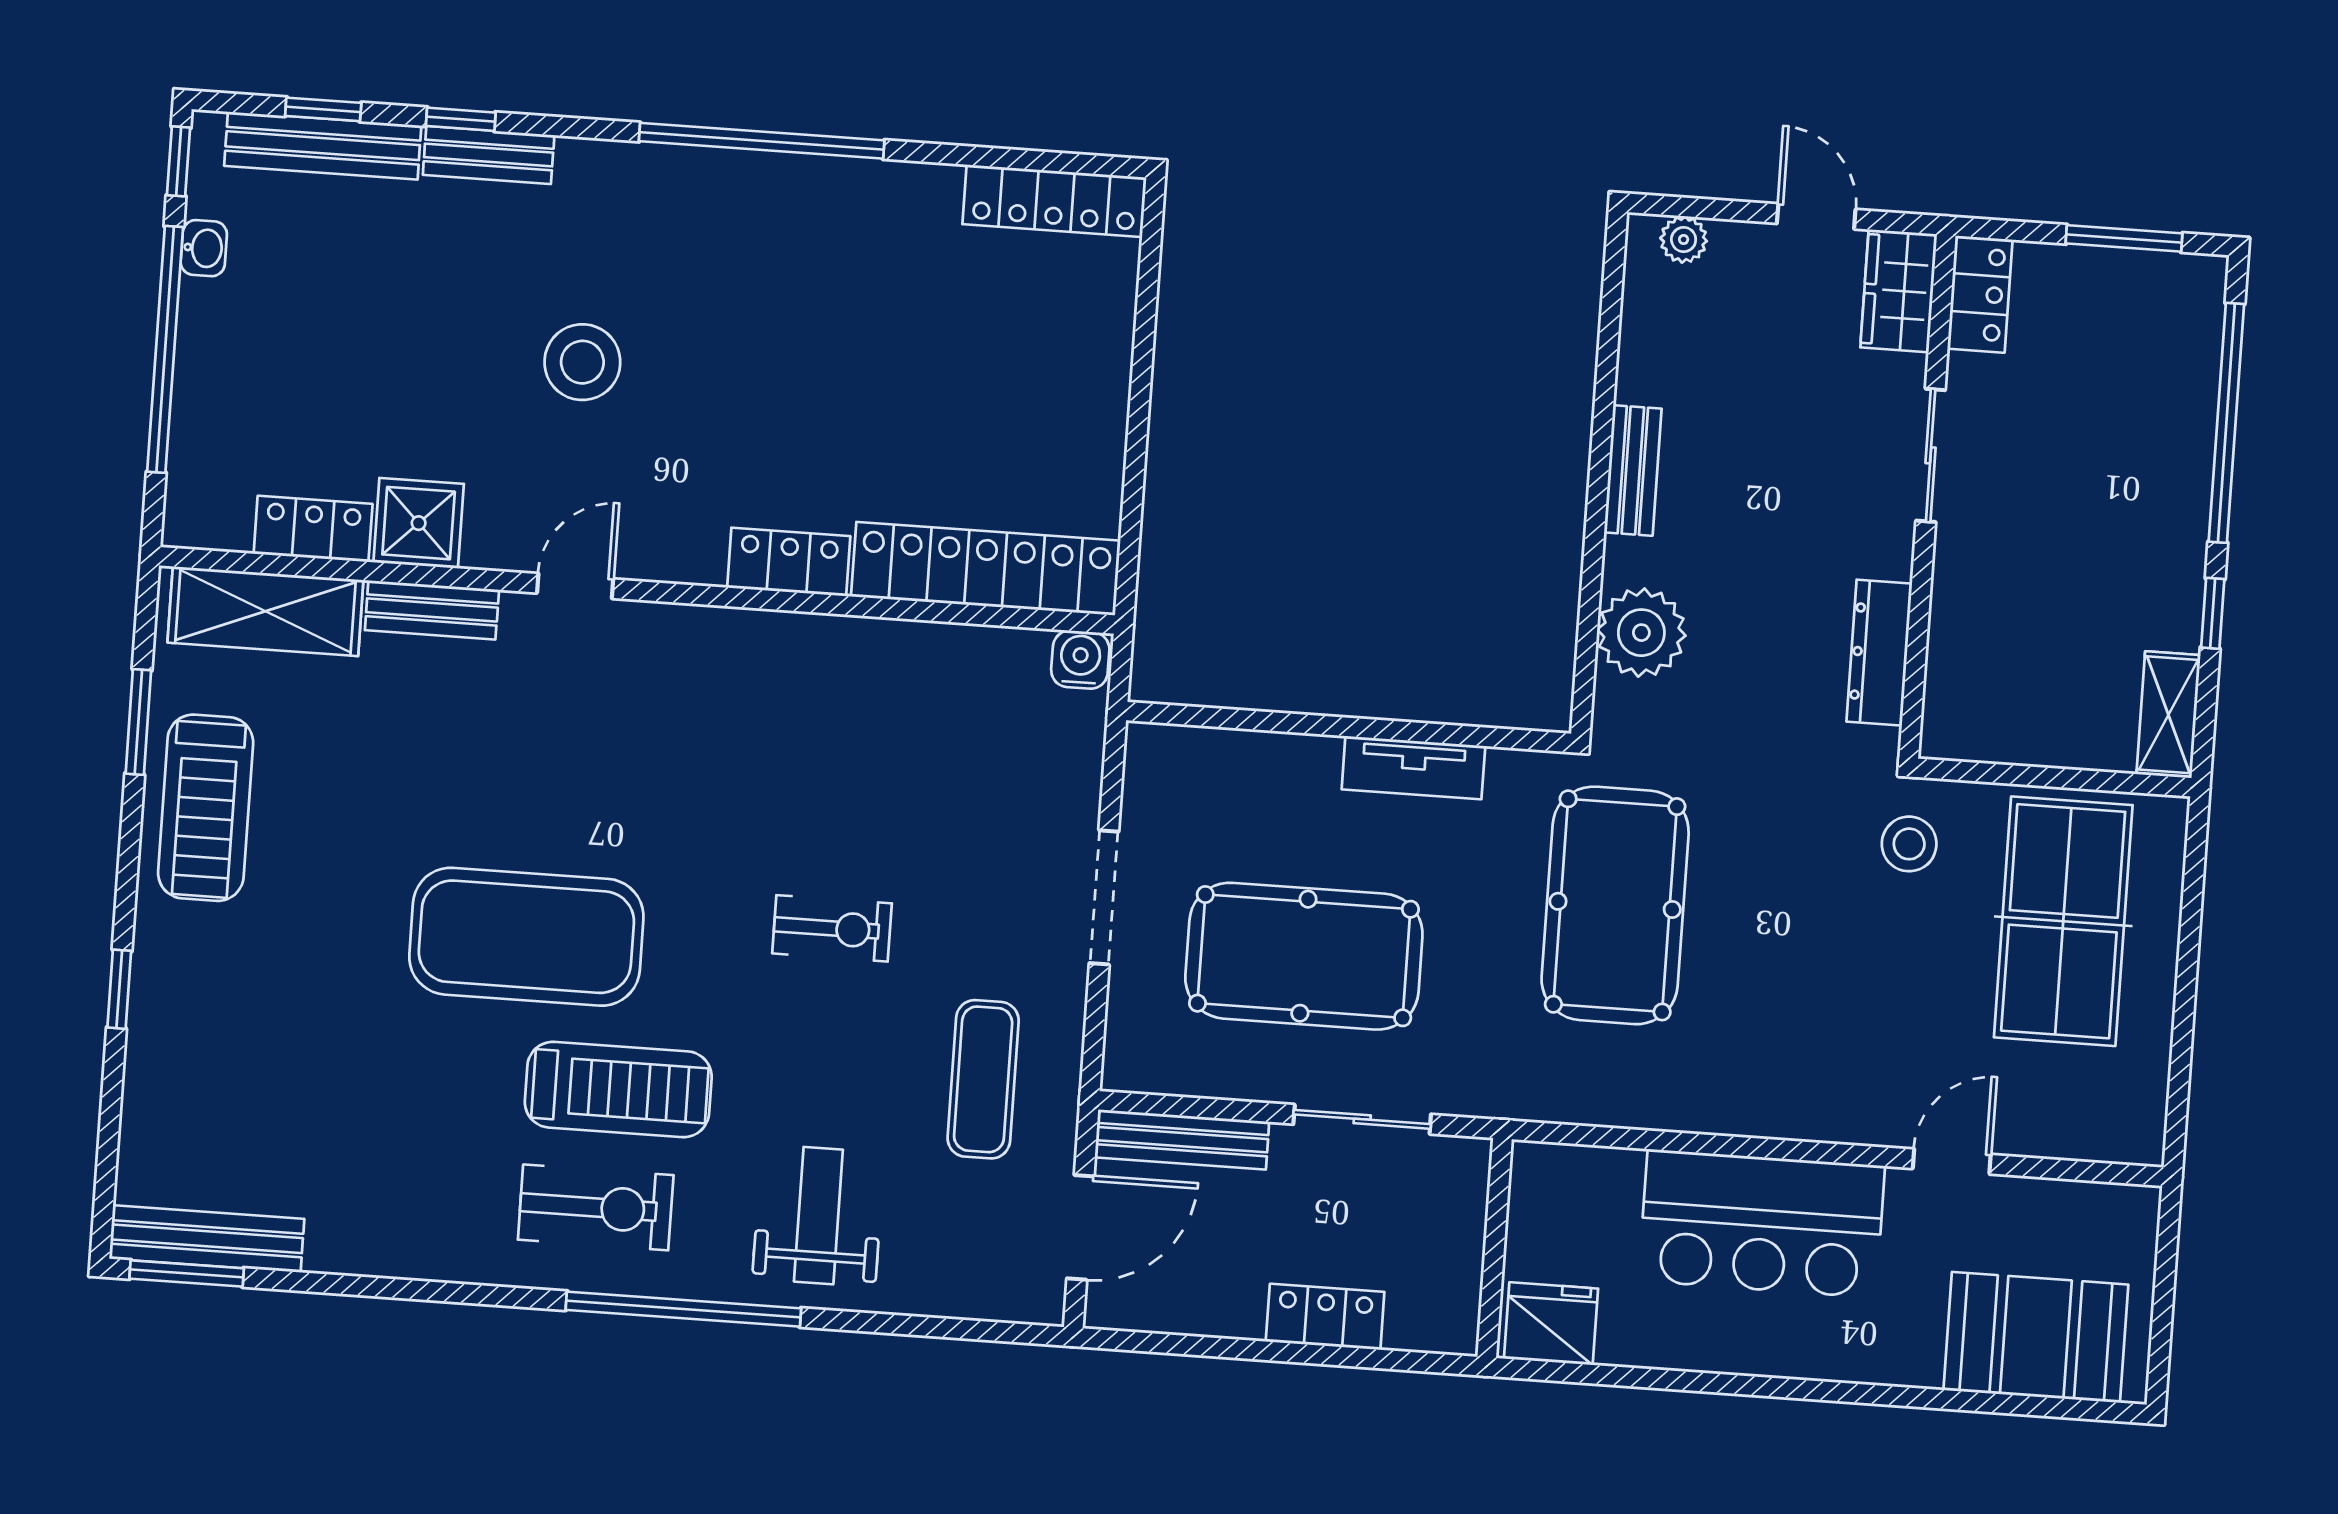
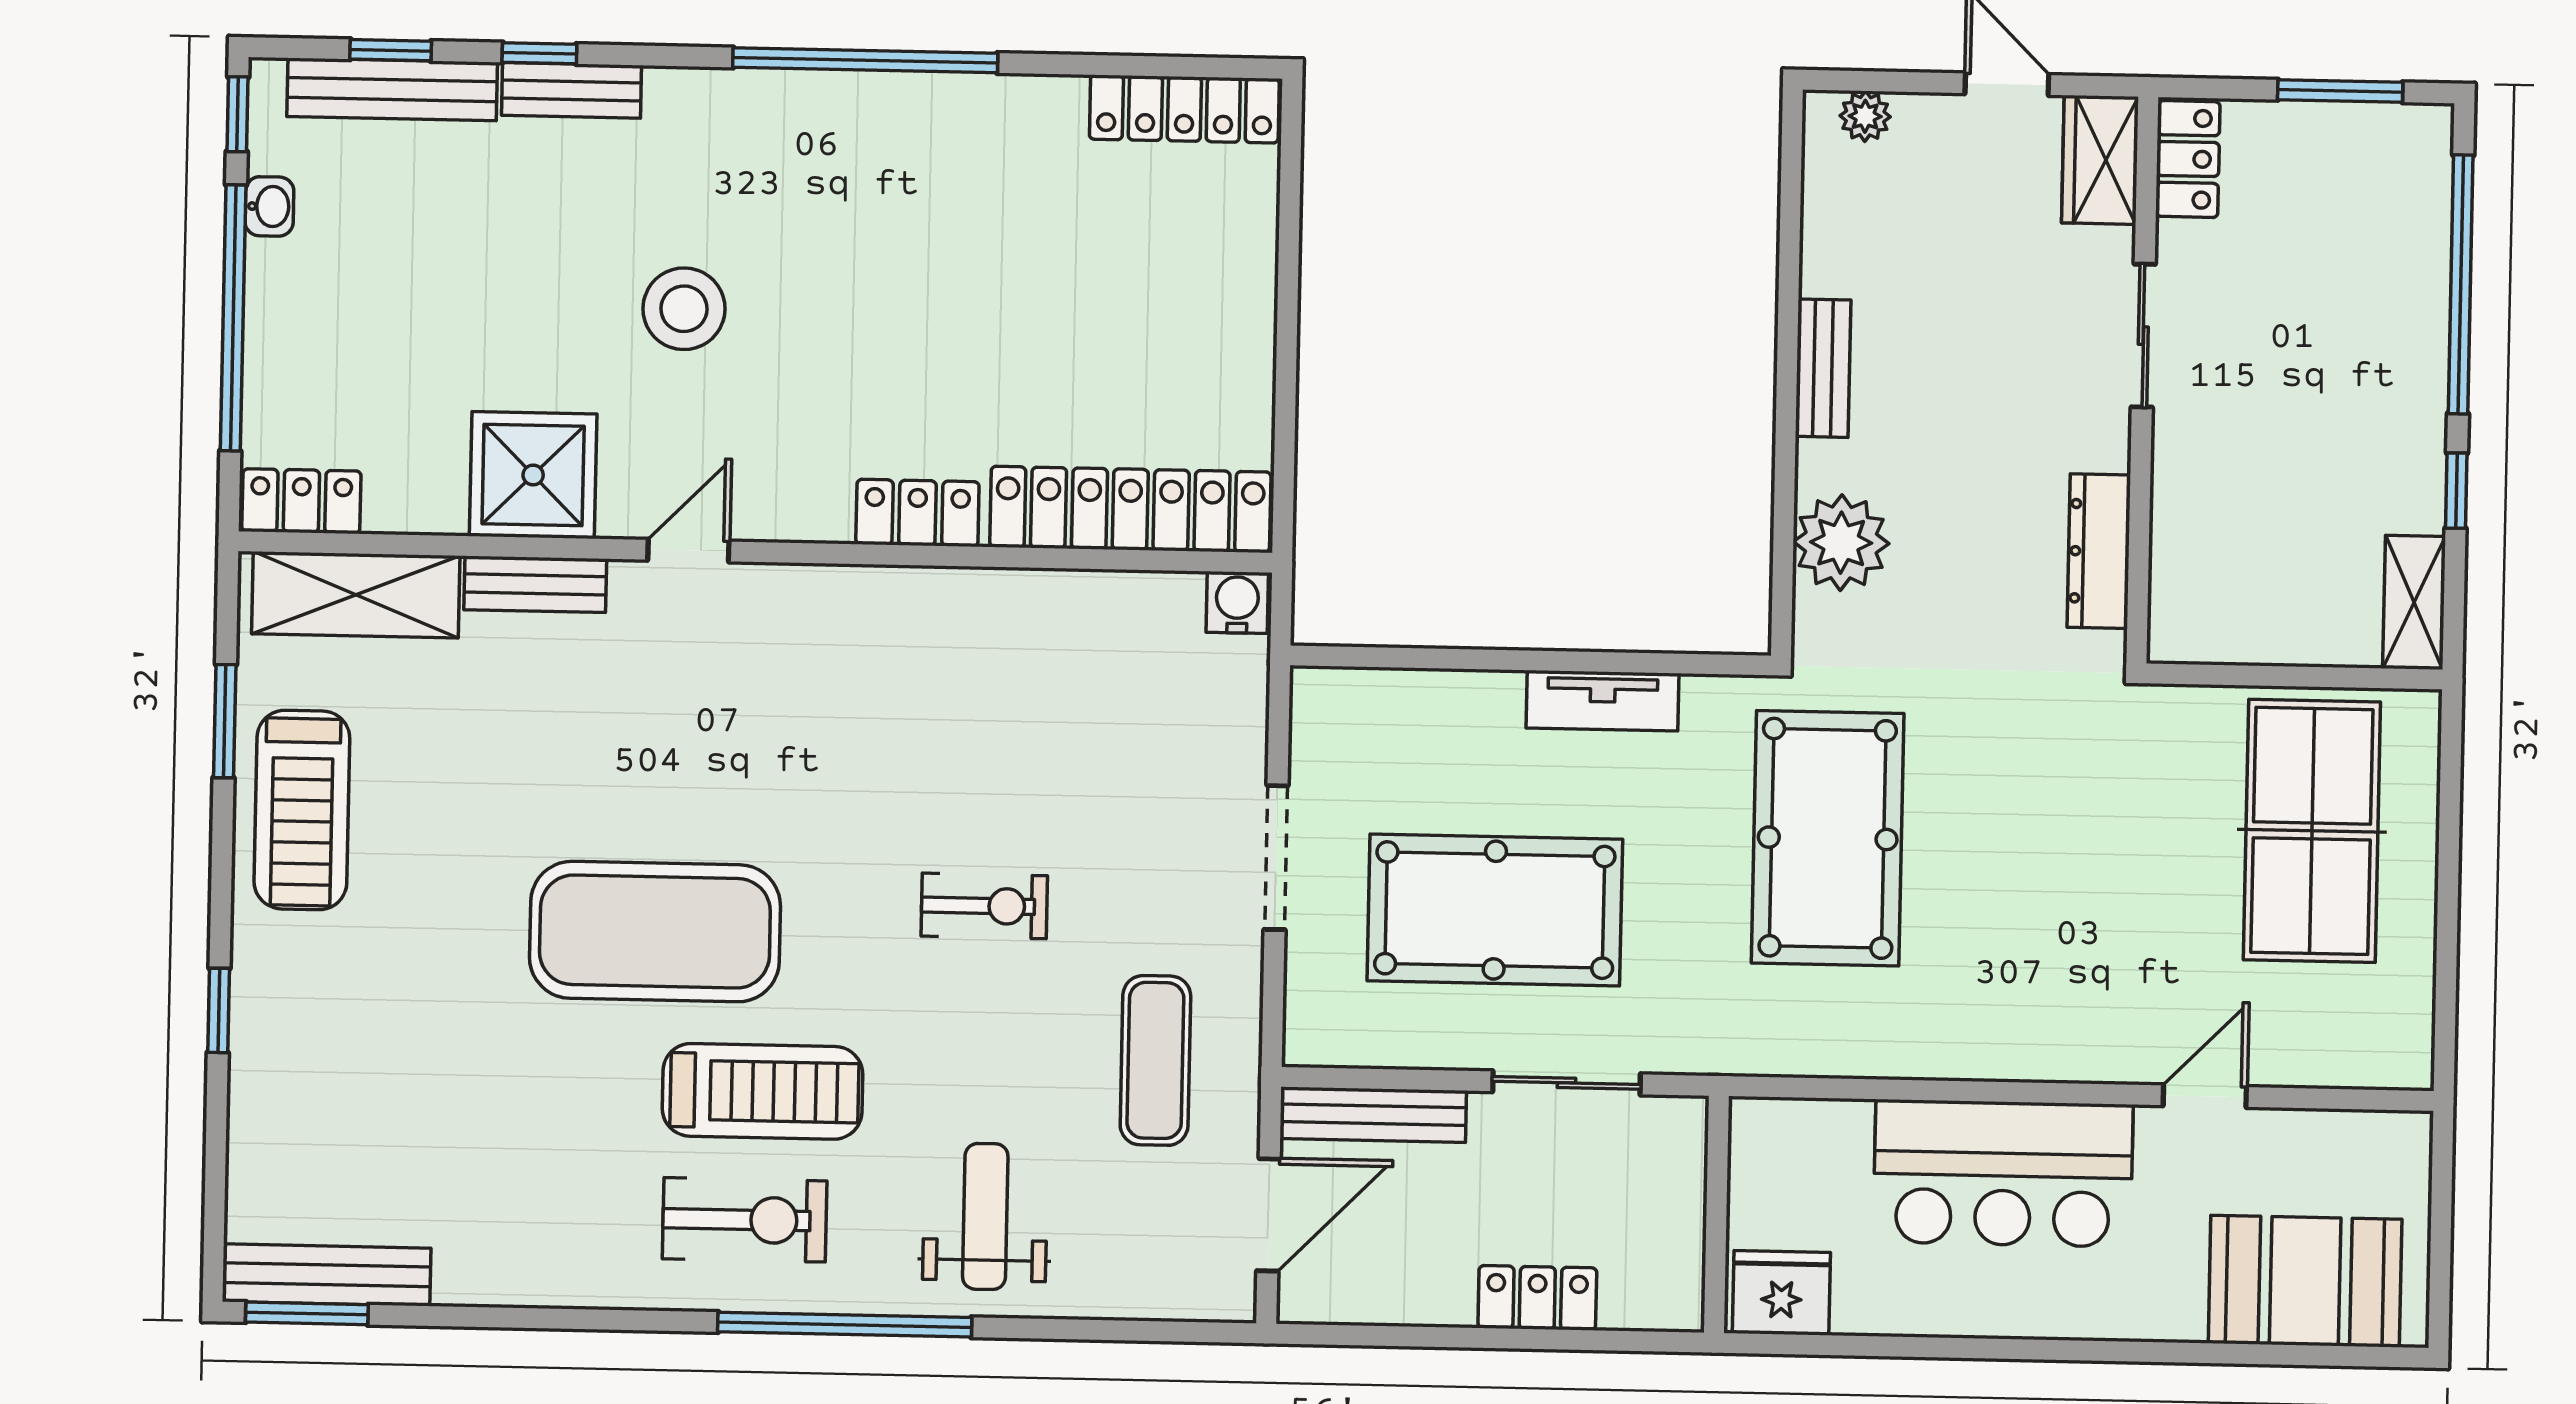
shower: (419, 523) -> (533, 475), width x1.36, depth x1.36
locker: (313, 529) -> (301, 501), moved
stool: (1909, 844) -> (2141, 756), removed

